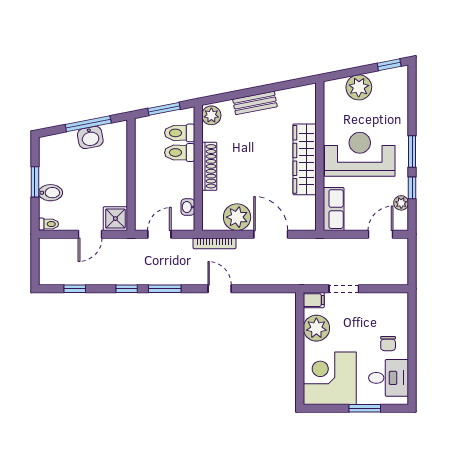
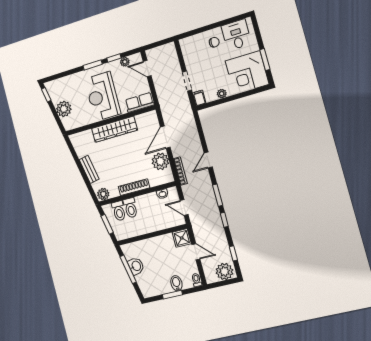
plant: (52, 269) -> (224, 271), added
plant: (316, 328) -> (222, 94), width x0.53, depth x0.53
window: (365, 408) -> (265, 60), moved

